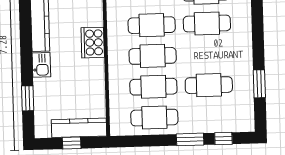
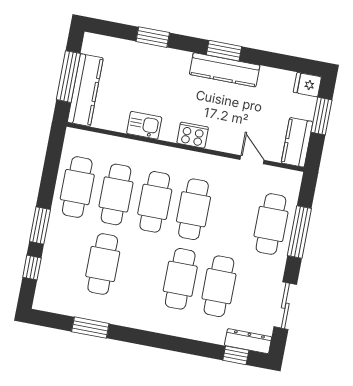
window: (26, 29) -> (224, 51), added
cooker: (93, 43) -> (193, 135), width x0.73, depth x0.76
kitchen sink: (41, 65) -> (144, 125), moved, turned 180
window: (28, 98) -> (153, 37), moved
window: (72, 143) -> (68, 77), width x2.17

